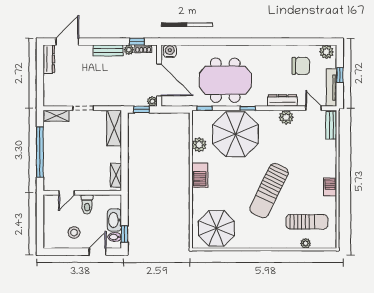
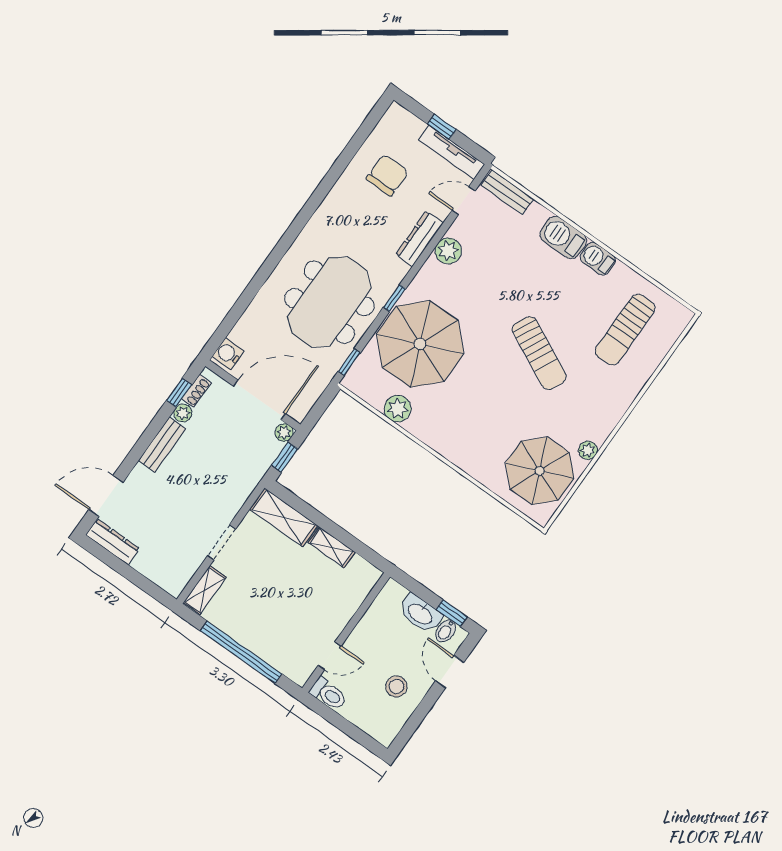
door: (67, 42) -> (106, 496), hinge flipped
plant: (326, 52) -> (394, 122), removed
shelving: (116, 175) -> (332, 547), moved
barbecue: (200, 175) -> (563, 237), moved, turned 180
sun lounger: (269, 191) -> (539, 353), width x0.73, depth x0.75
door: (67, 193) -> (330, 656), hinge flipped
toilet: (87, 204) -> (328, 694), moved
sun lounger: (307, 222) -> (625, 330), turned 180
plant: (306, 243) -> (588, 450), moved

